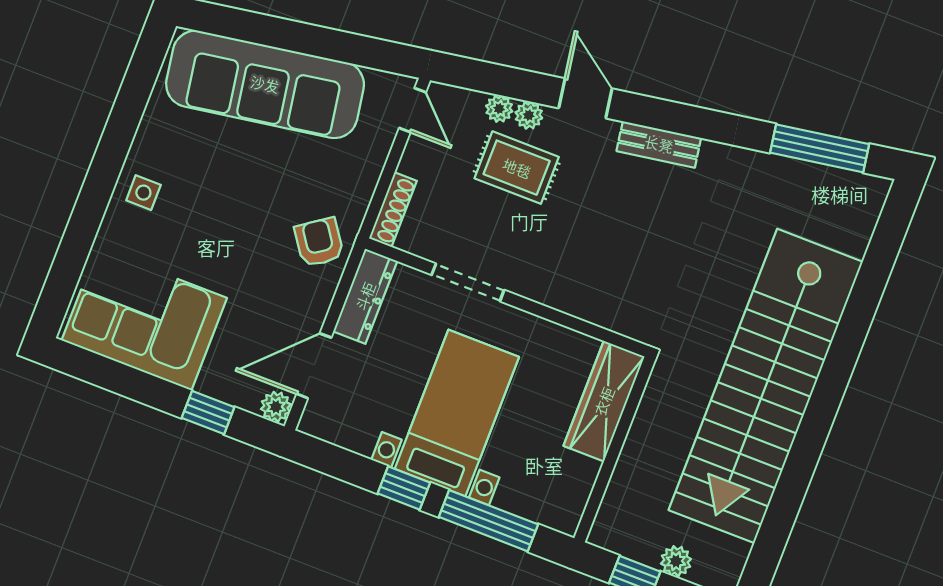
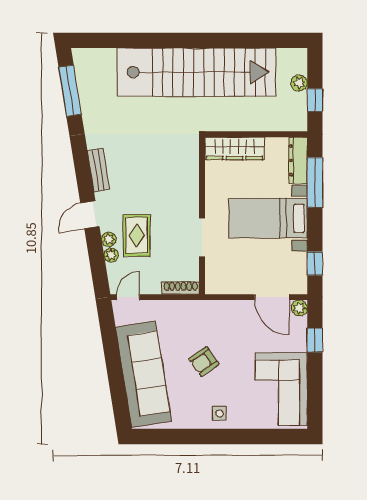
armchair: (319, 242) -> (204, 361), moved
dresser: (365, 296) -> (298, 160), moved, turned -90
window: (404, 488) -> (315, 264), moved

